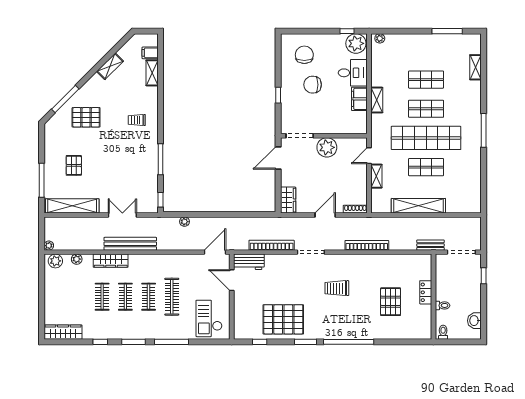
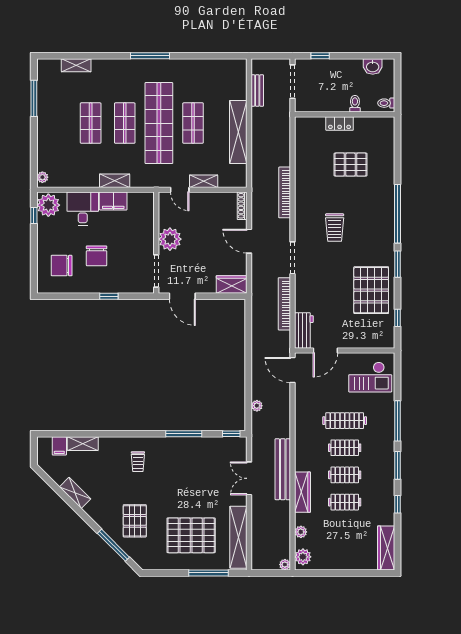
pallet: (74, 165) -> (191, 535), width x2.05, depth x2.00
bench: (430, 245) -> (257, 90), moved

